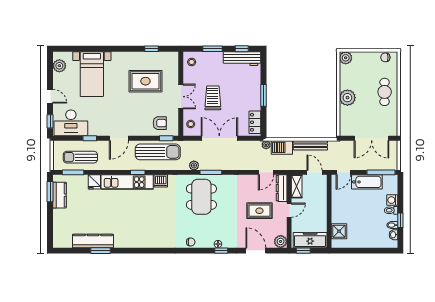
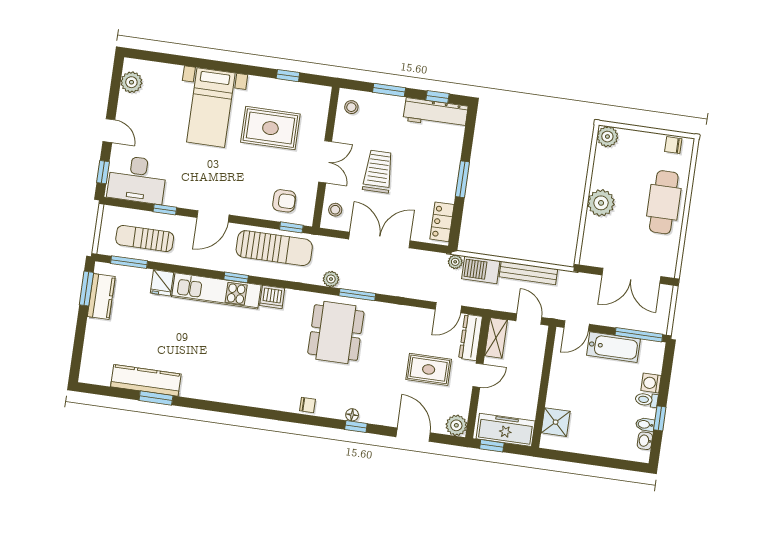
bed with nightstands: (92, 74) -> (211, 108), moved
cafe table: (385, 92) -> (664, 202), width x1.37, depth x1.35

